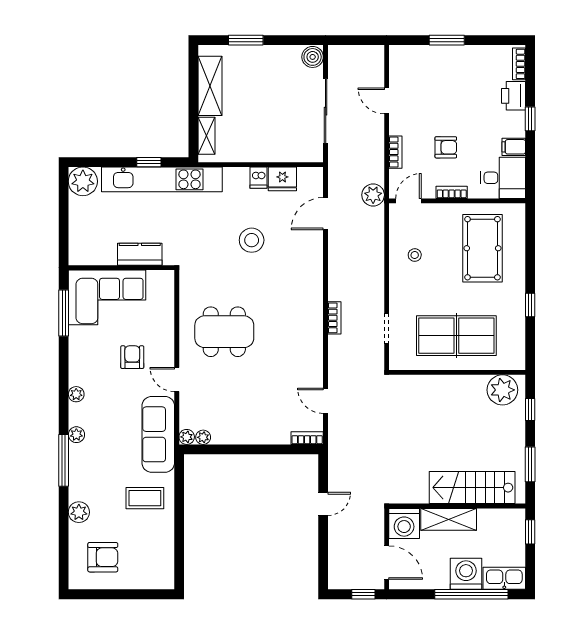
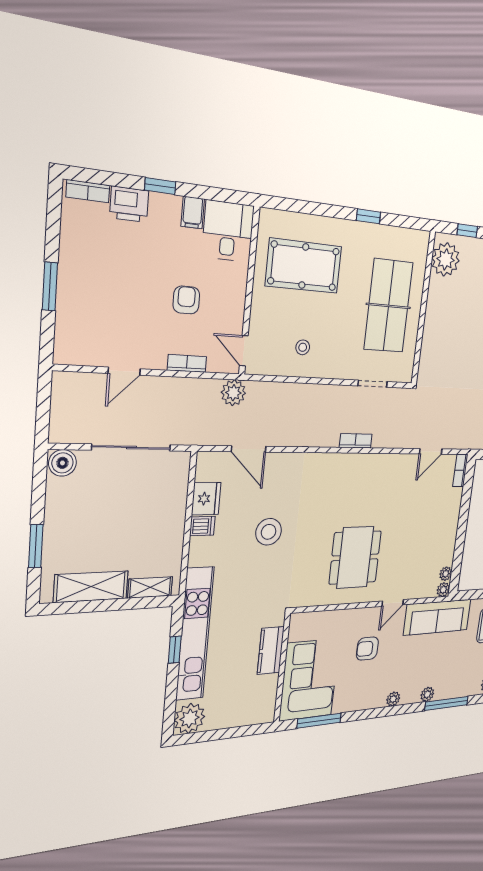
bookcase: (452, 192) -> (239, 297), removed

